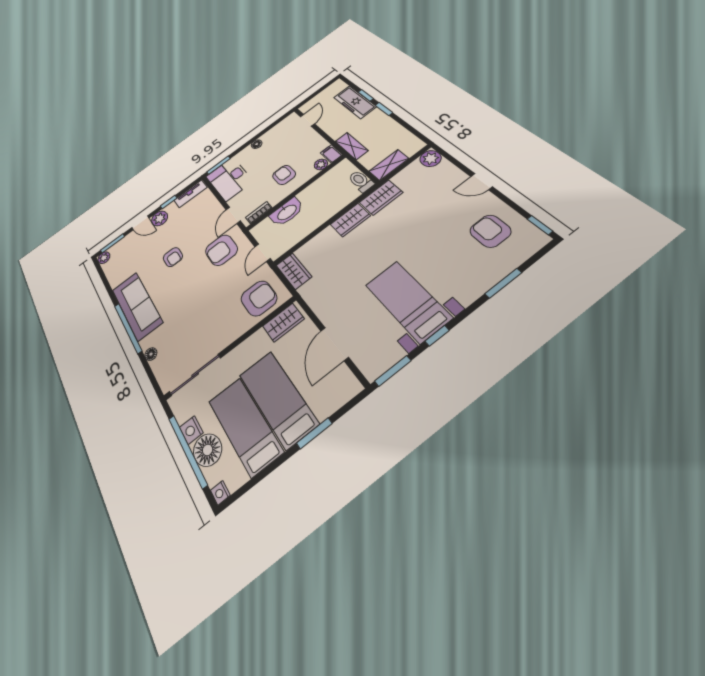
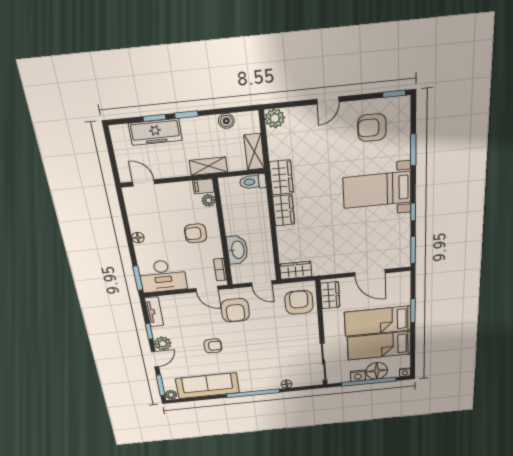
boiler: (400, 132) -> (226, 121), added
bed with nightstands: (408, 301) -> (377, 190), moved
sofa: (137, 306) -> (208, 386), moved

